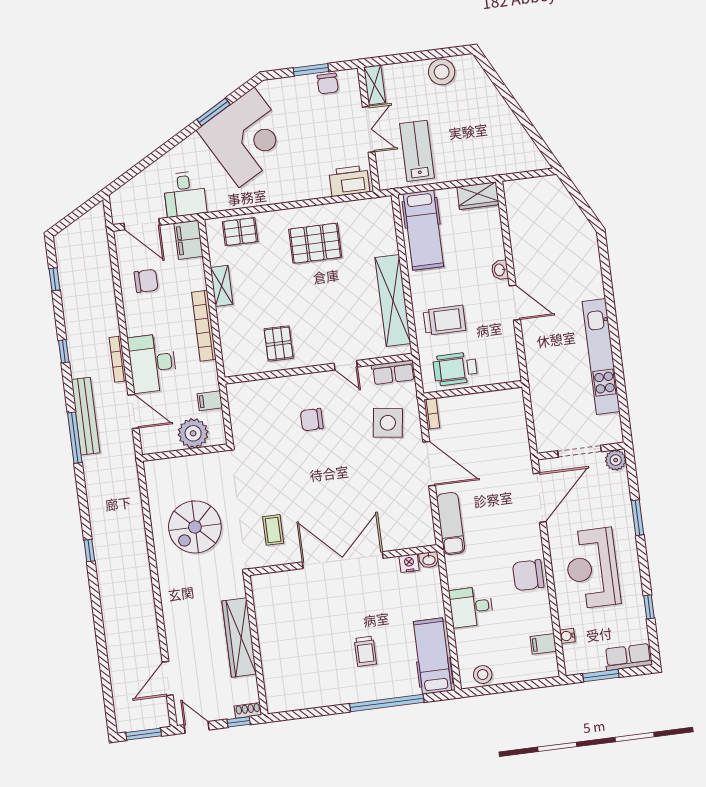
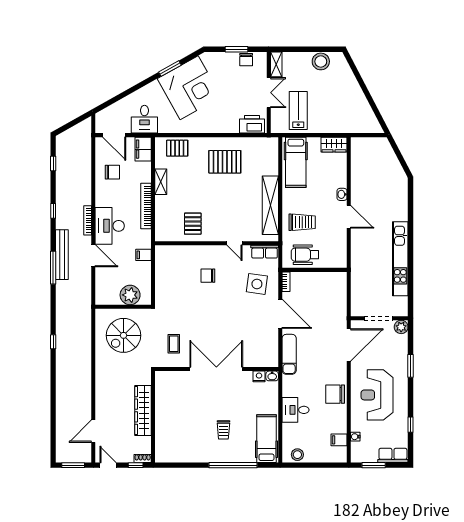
plant: (193, 433) -> (130, 295), moved
wall: (185, 453) -> (123, 307), moved

